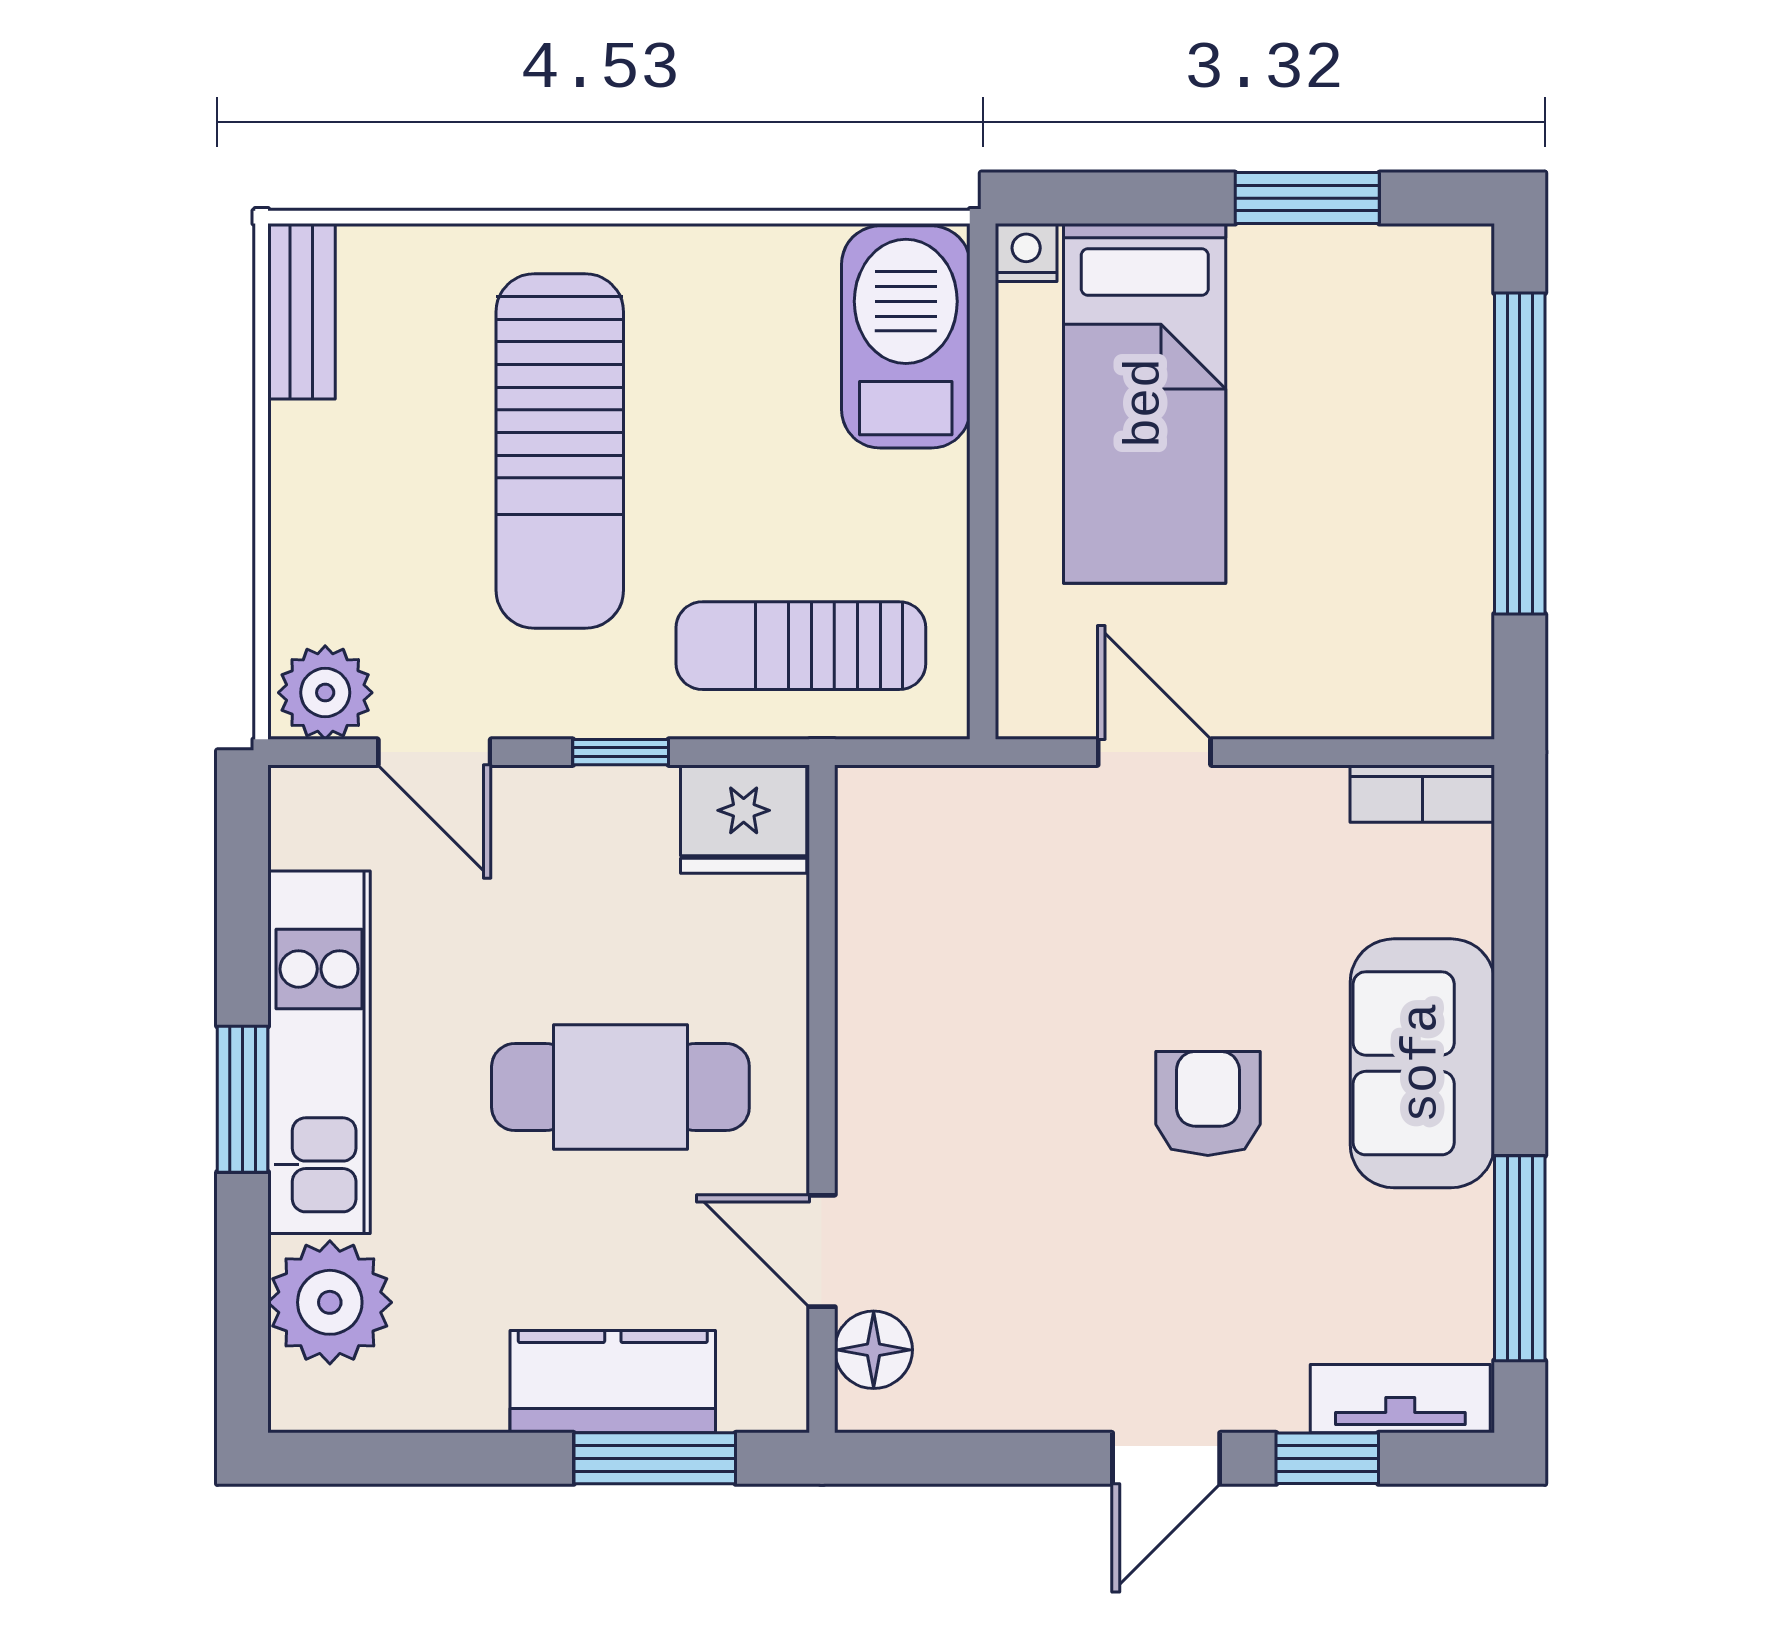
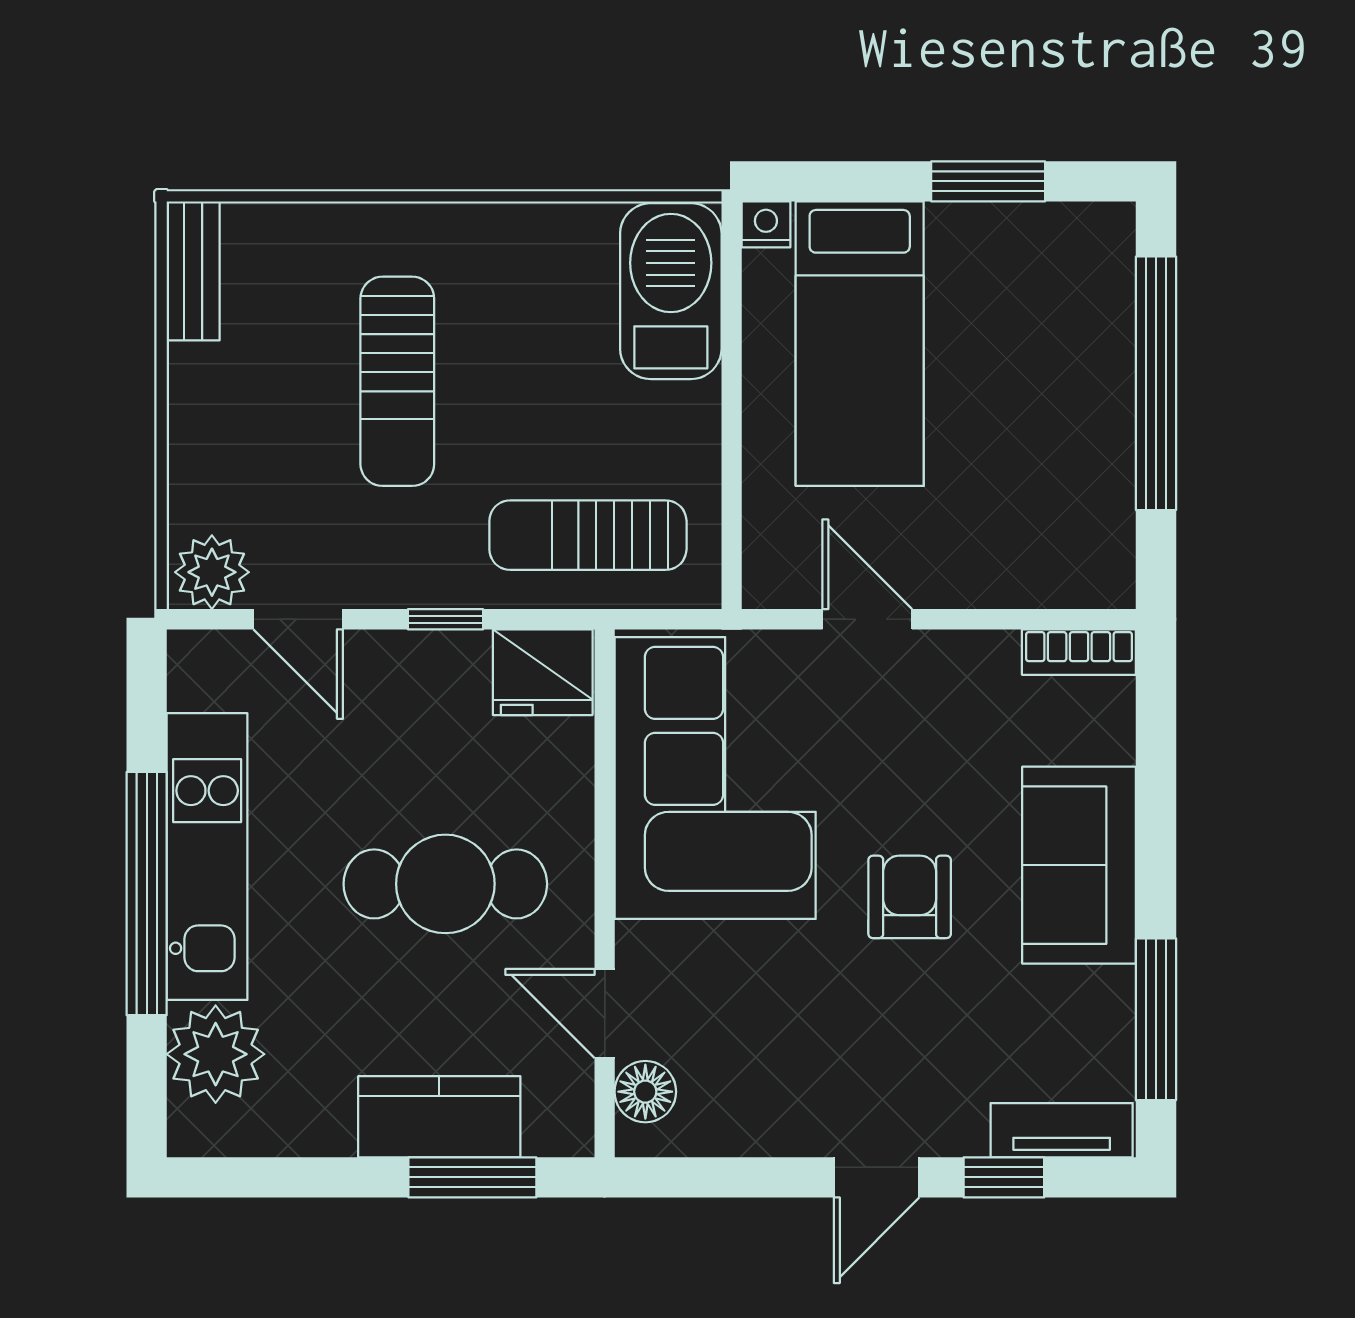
sun lounger: (560, 451) -> (397, 381), width x0.73, depth x0.75
corner sofa: (962, 953) -> (715, 778), added
window: (243, 1099) -> (147, 894), width x2.11

